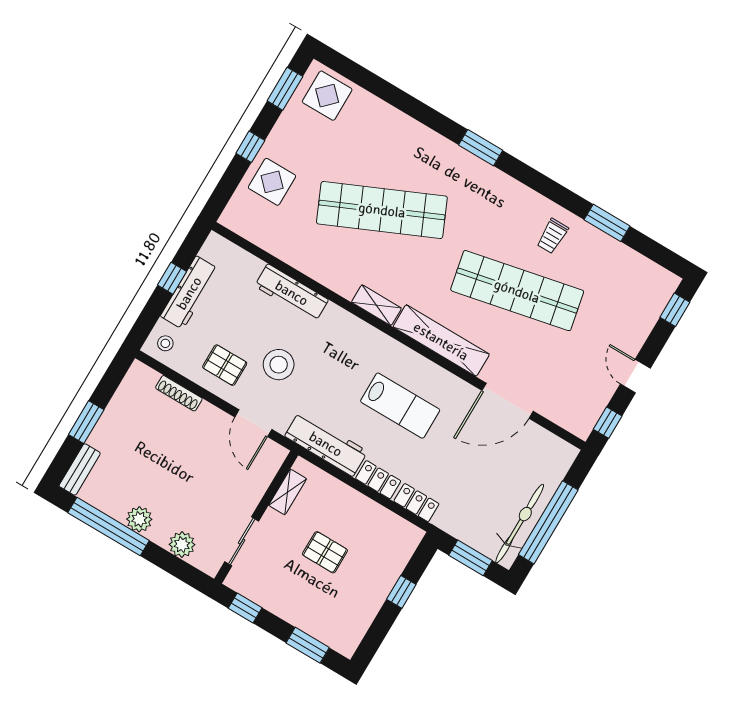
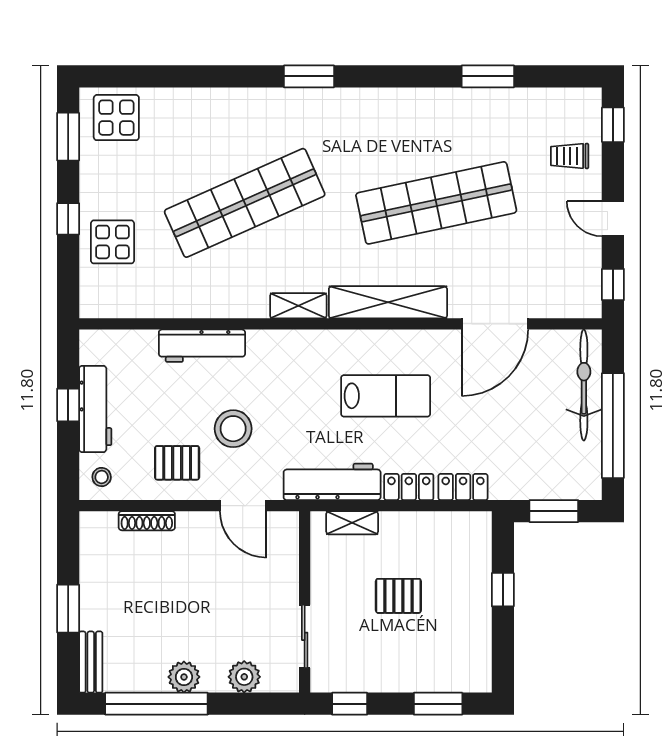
trolley: (552, 236) -> (570, 156), moved, turned 90
shelving: (288, 492) -> (352, 523), moved, turned 90
bicycle: (520, 524) -> (584, 385), moved

